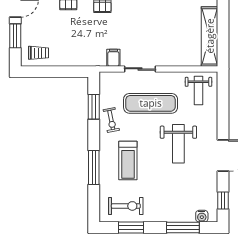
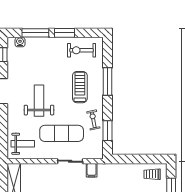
weight bench: (198, 90) -> (23, 144), turned 90
window: (131, 228) -> (65, 33), moved

